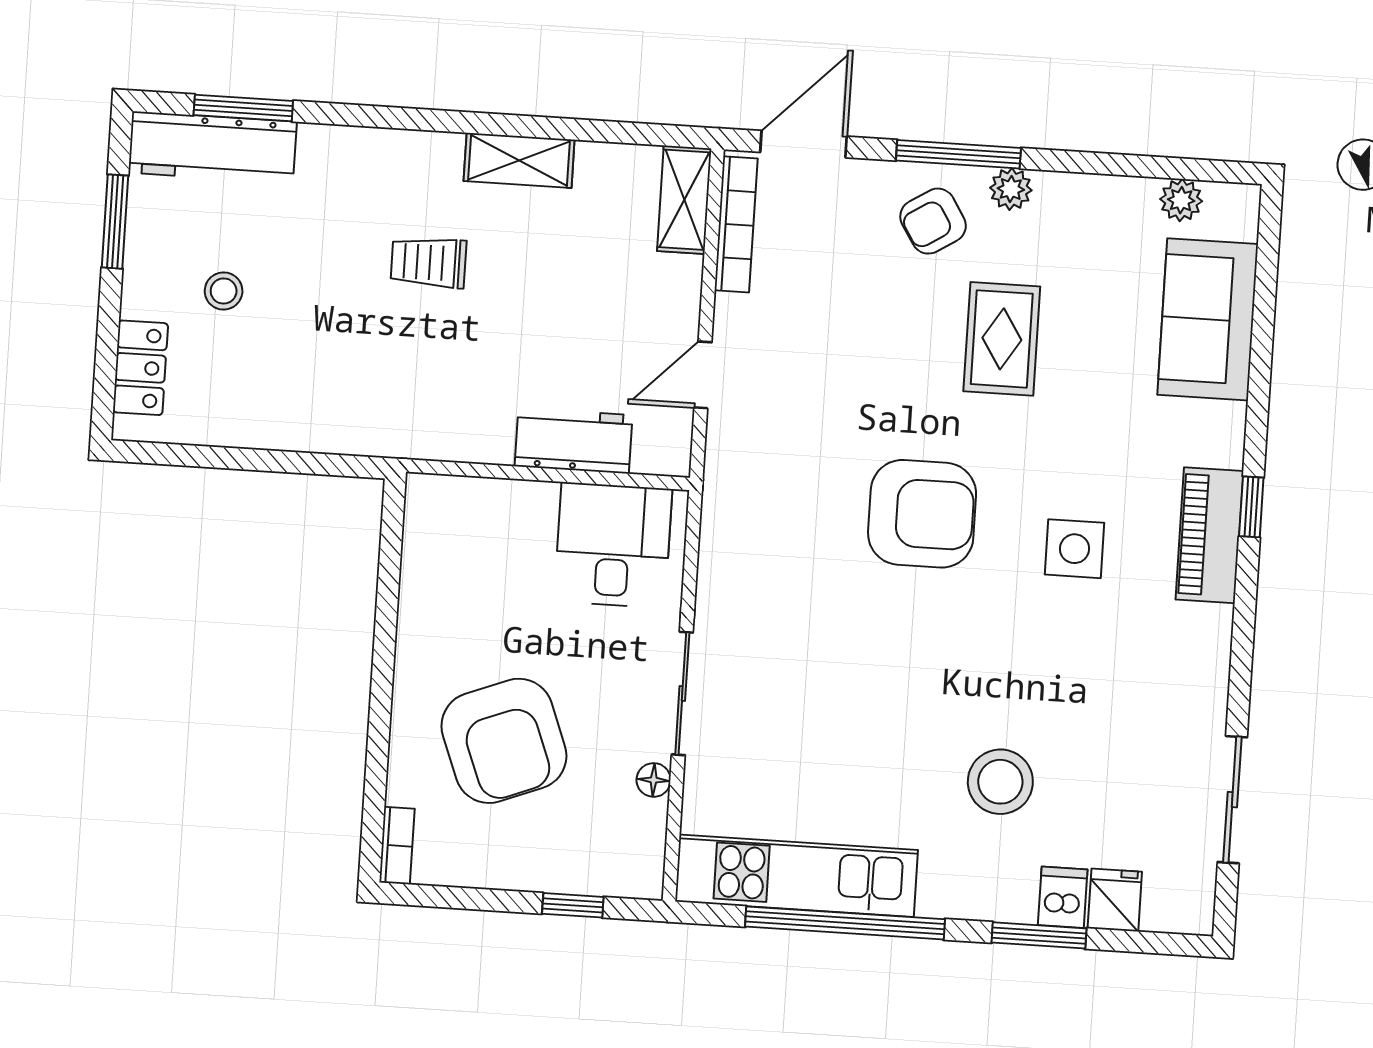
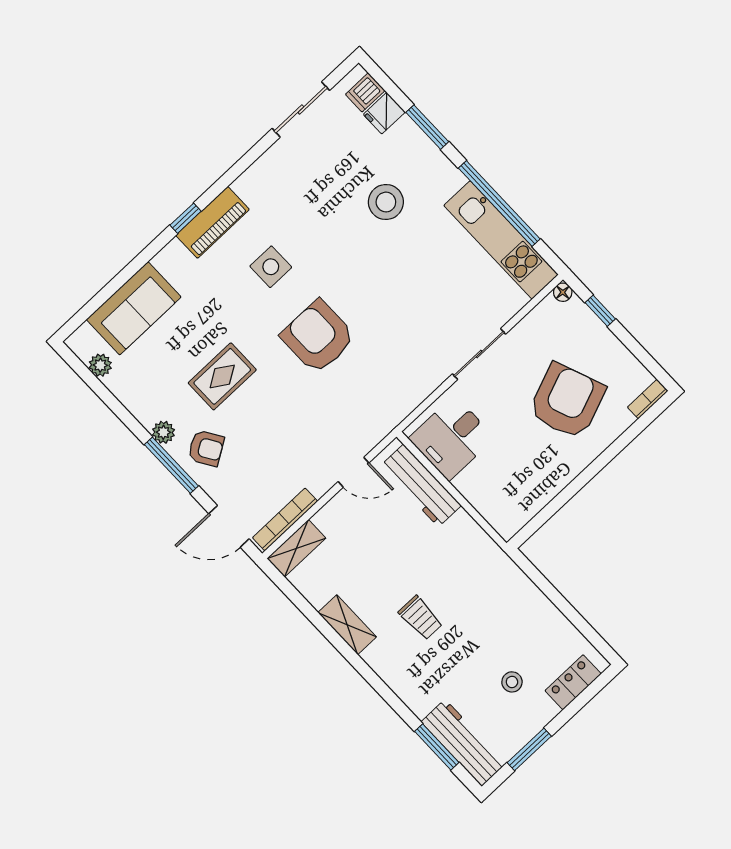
workbench: (574, 441) -> (421, 486), width x1.38
floor lamp: (654, 780) -> (563, 292), moved
dishwasher: (1063, 897) -> (365, 92), moved

